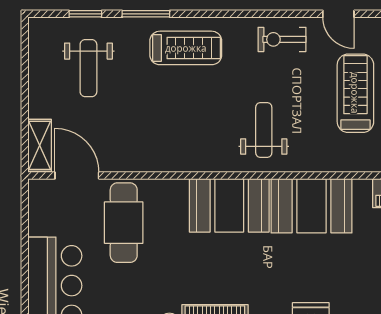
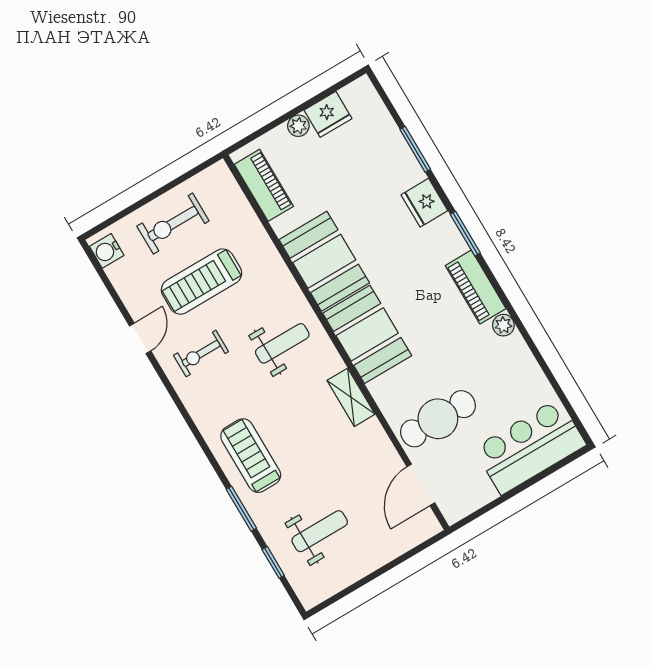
exercise bike: (282, 39) -> (201, 353), moved, turned 90
weight bench: (264, 130) -> (282, 343), turned 180
shelving: (40, 145) -> (351, 397), moved, turned 90

